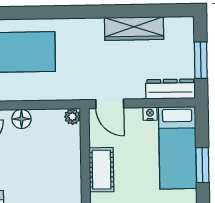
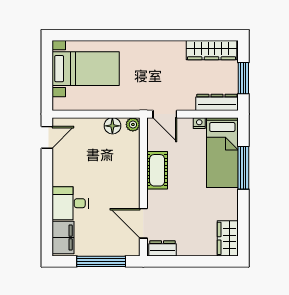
wardrobe: (134, 29) -> (212, 50), moved
floor lamp: (21, 119) -> (112, 126), moved
window: (202, 165) -> (243, 168), width x1.44

